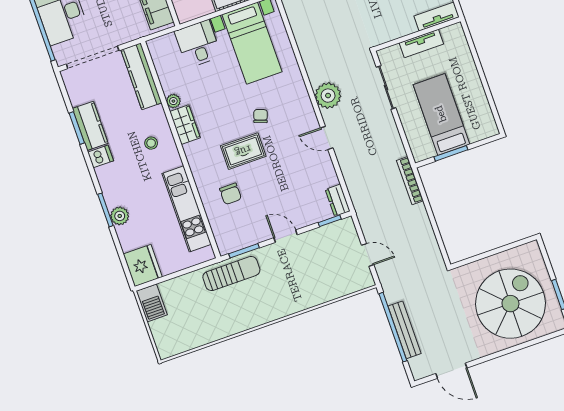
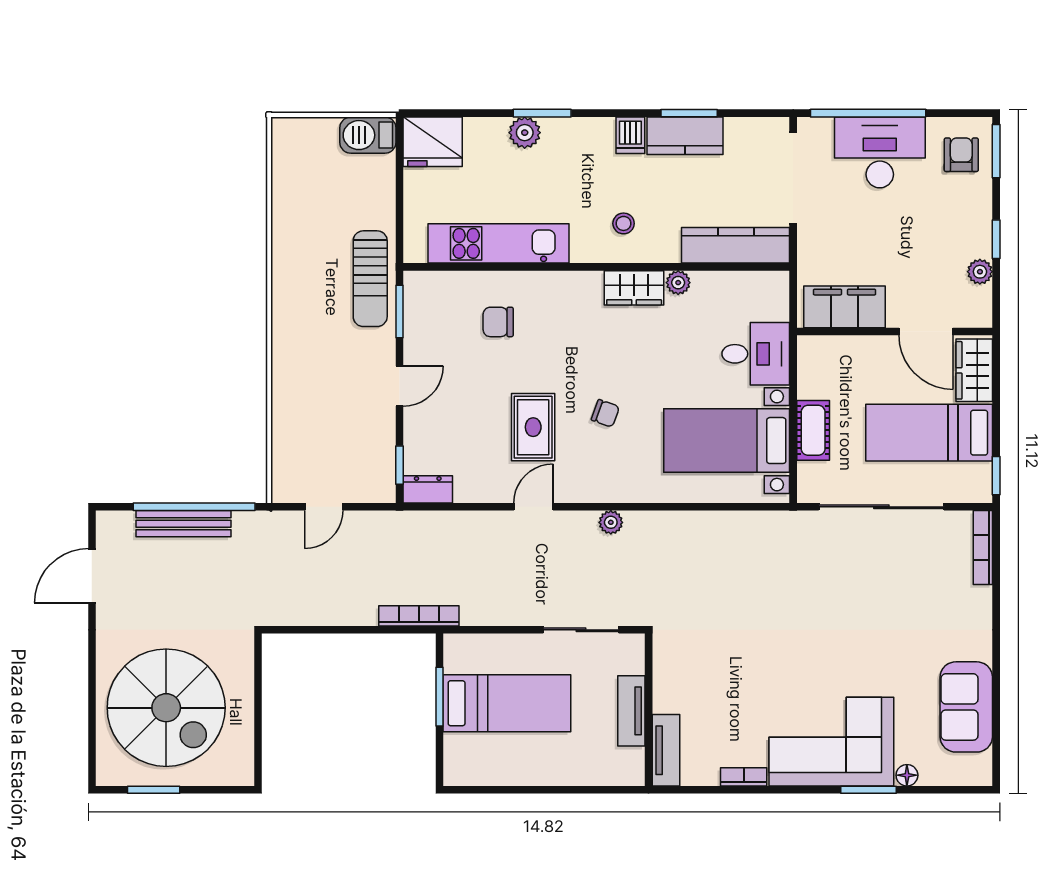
plant: (328, 96) -> (611, 522), width x0.53, depth x0.53
rug: (243, 151) -> (533, 427), moved

